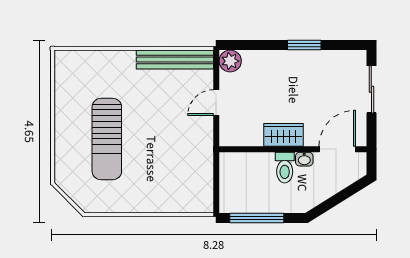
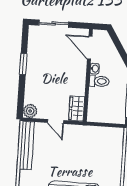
wardrobe: (283, 135) -> (77, 109), moved

